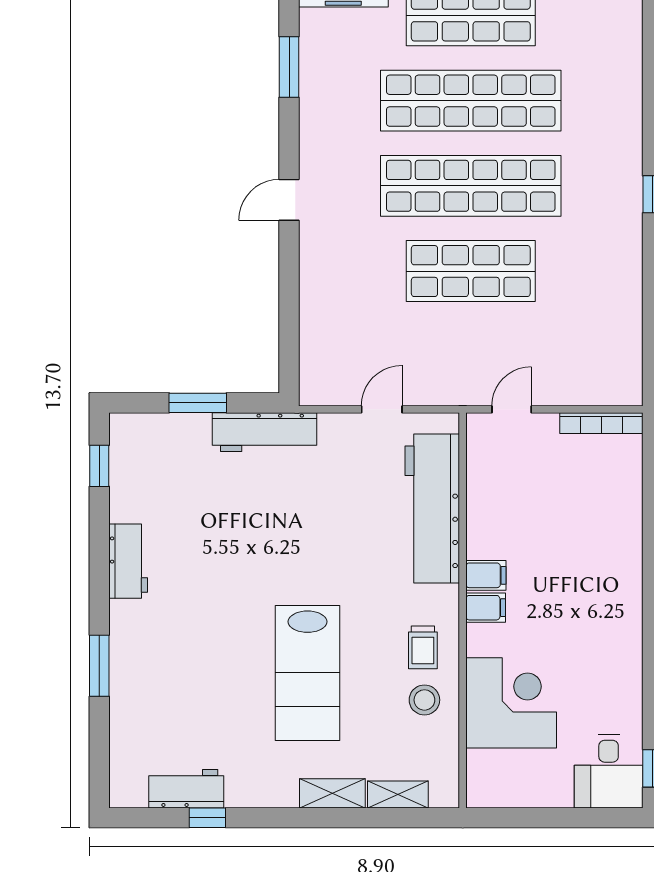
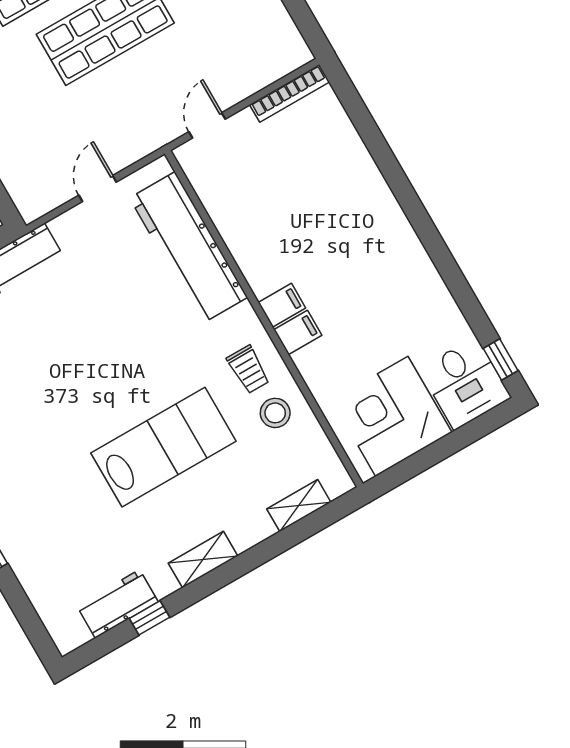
filing cabinet: (486, 575) -> (298, 332), moved
lab bench: (307, 673) -> (163, 447), turned -90
corner desk: (511, 703) -> (392, 416), moved, turned -90
shelving: (332, 793) -> (203, 560), moved

